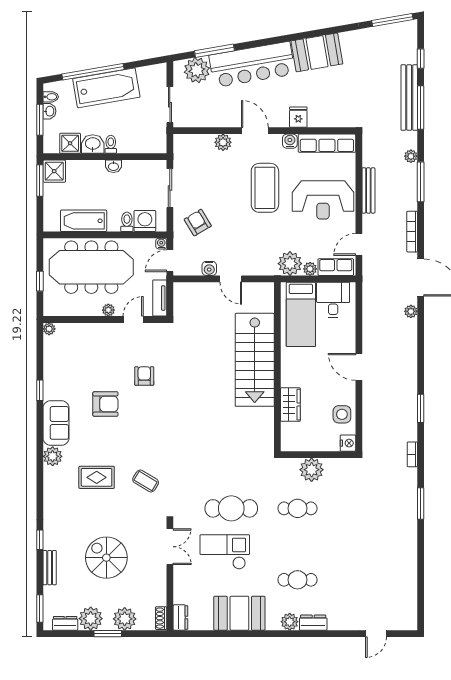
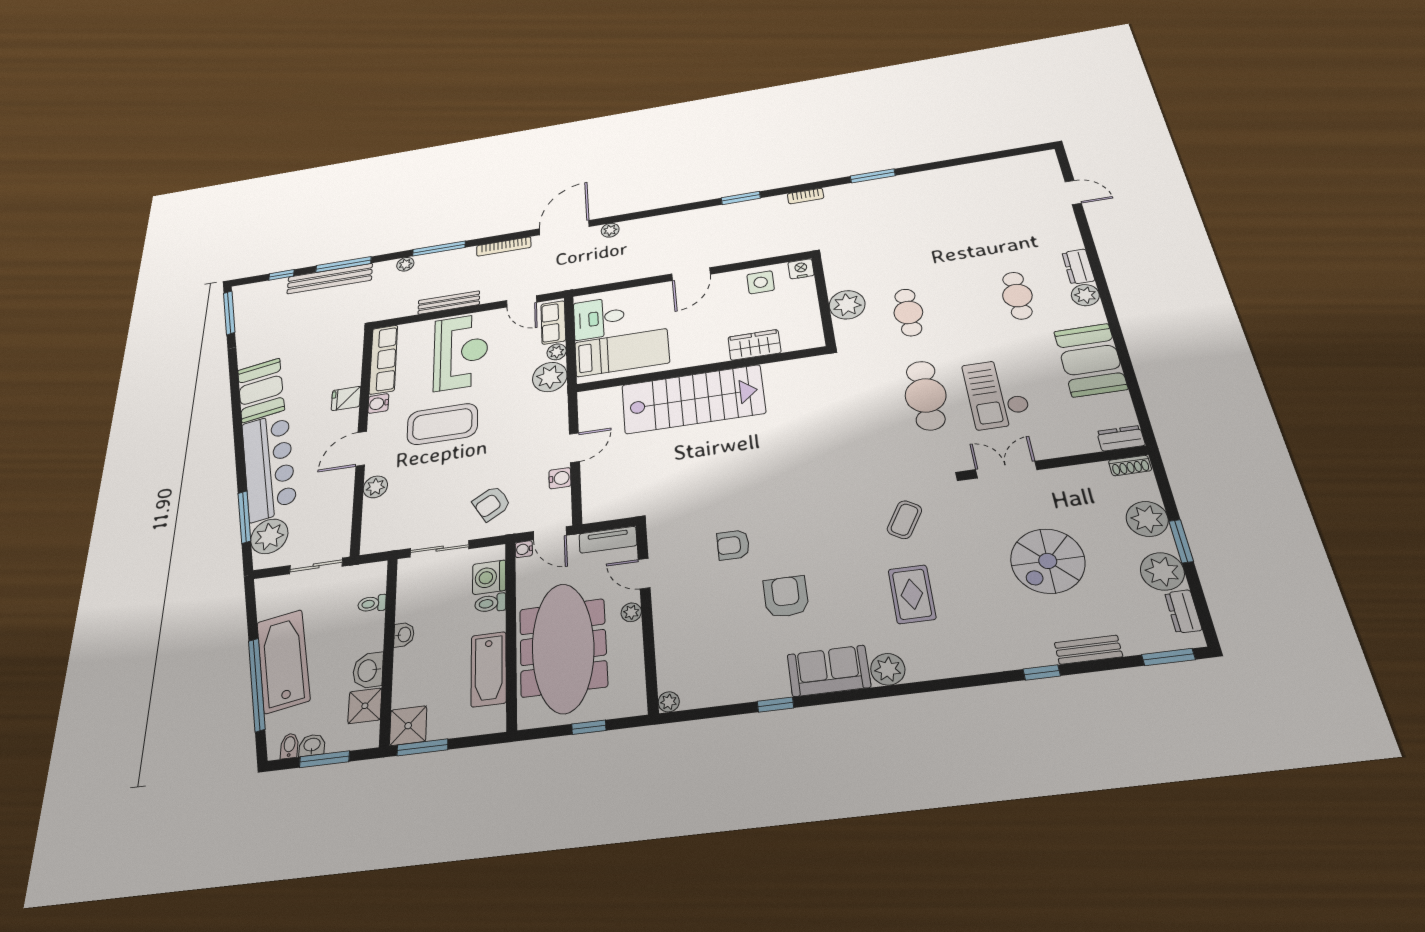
toilet: (111, 144) -> (372, 604), moved

